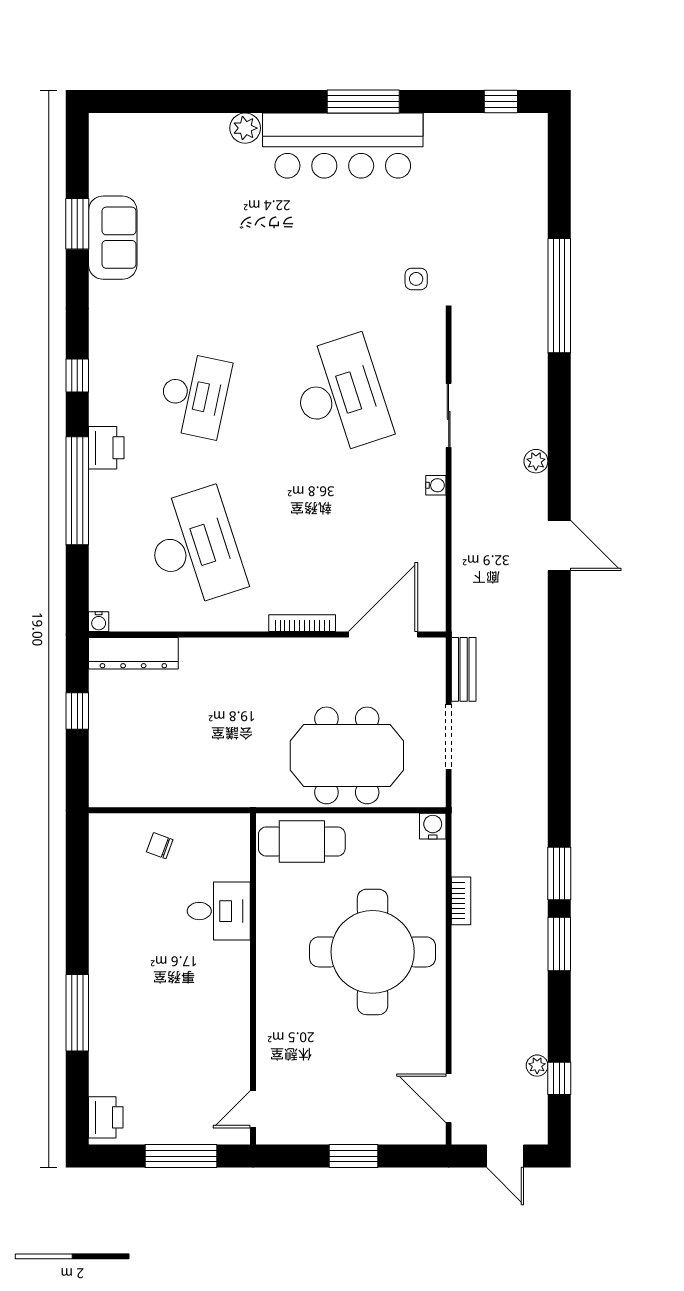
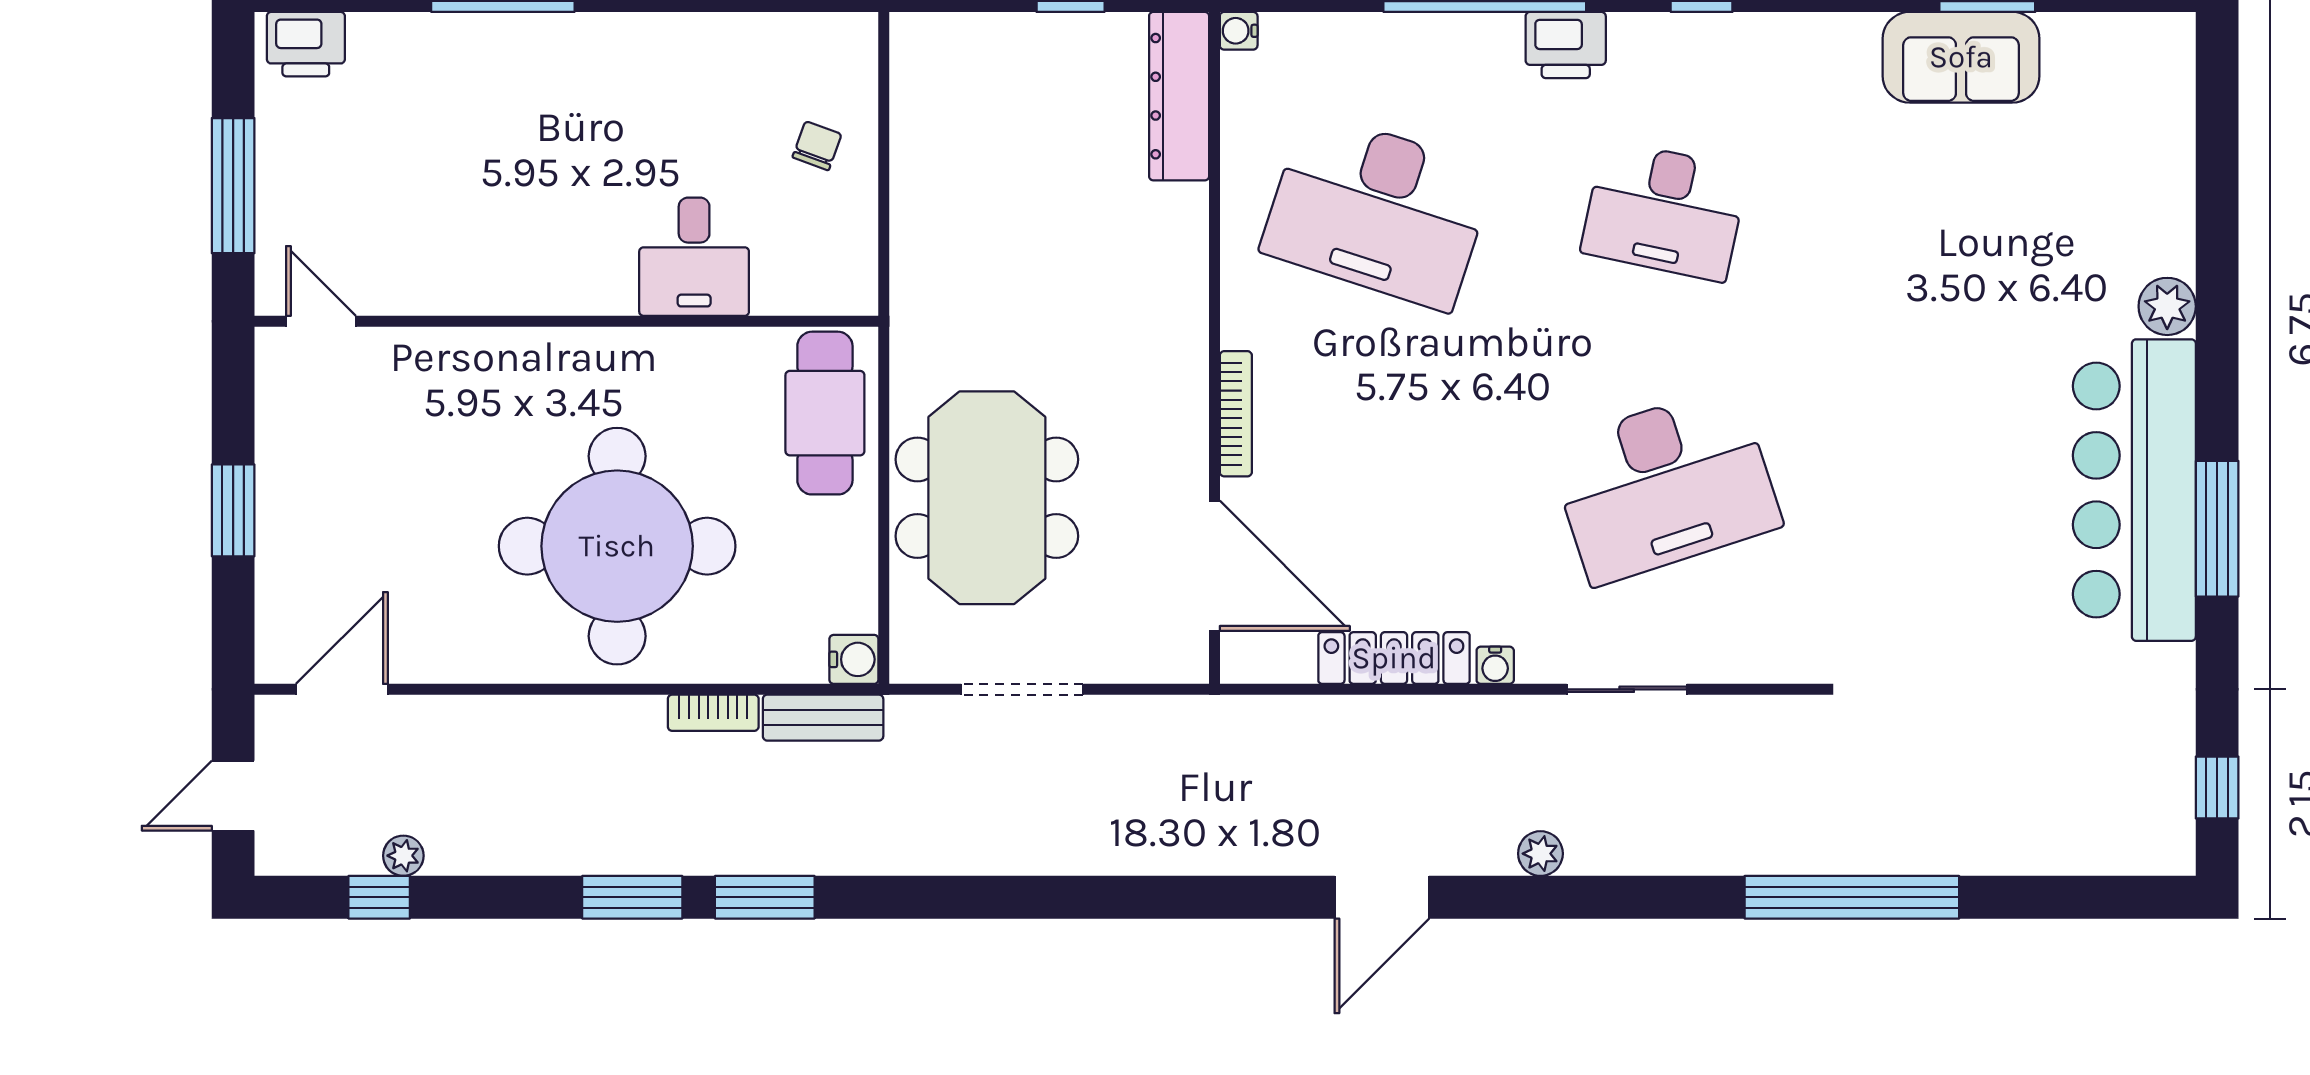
side table: (416, 279) -> (1883, 628), removed
locker: (432, 539) -> (1394, 658), added
desk: (194, 548) -> (1378, 211), turned 36
bench: (464, 669) -> (823, 718), moved

